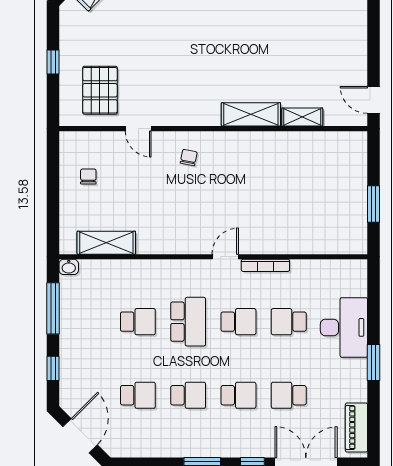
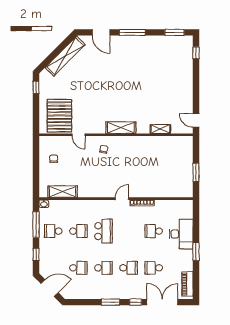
window: (53, 62) -> (36, 87), moved
pallet: (100, 90) -> (59, 116), width x1.37, depth x1.41
shelving: (251, 114) -> (121, 128), moved
school desk: (238, 322) -> (53, 231), moved, turned 180
door: (80, 436) -> (50, 288), hinge flipped

